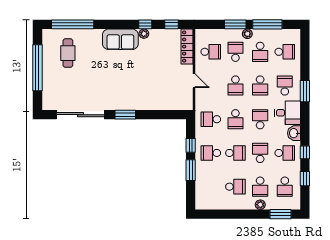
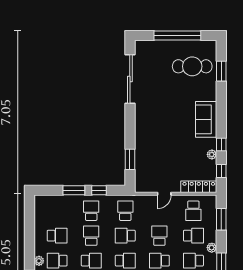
window: (73, 24) -> (221, 71), width x0.47
window: (235, 24) -> (221, 219), moved
plant: (144, 34) -> (212, 154), moved
cafe table: (68, 53) -> (192, 66), width x1.37, depth x1.35
school desk: (235, 86) -> (159, 236), turned 90
window: (125, 115) -> (130, 159), moved
school desk: (235, 153) -> (91, 236), turned 180
school desk: (235, 187) -> (57, 236), turned -90

